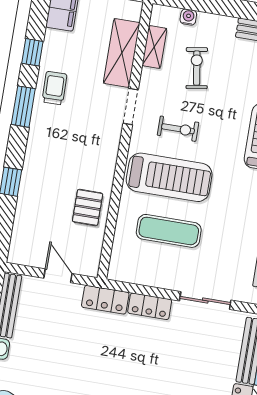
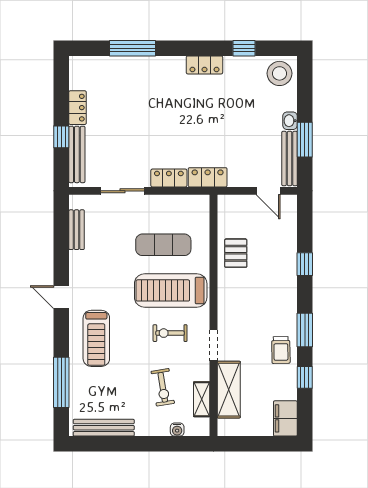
door: (58, 276) -> (268, 191), moved

